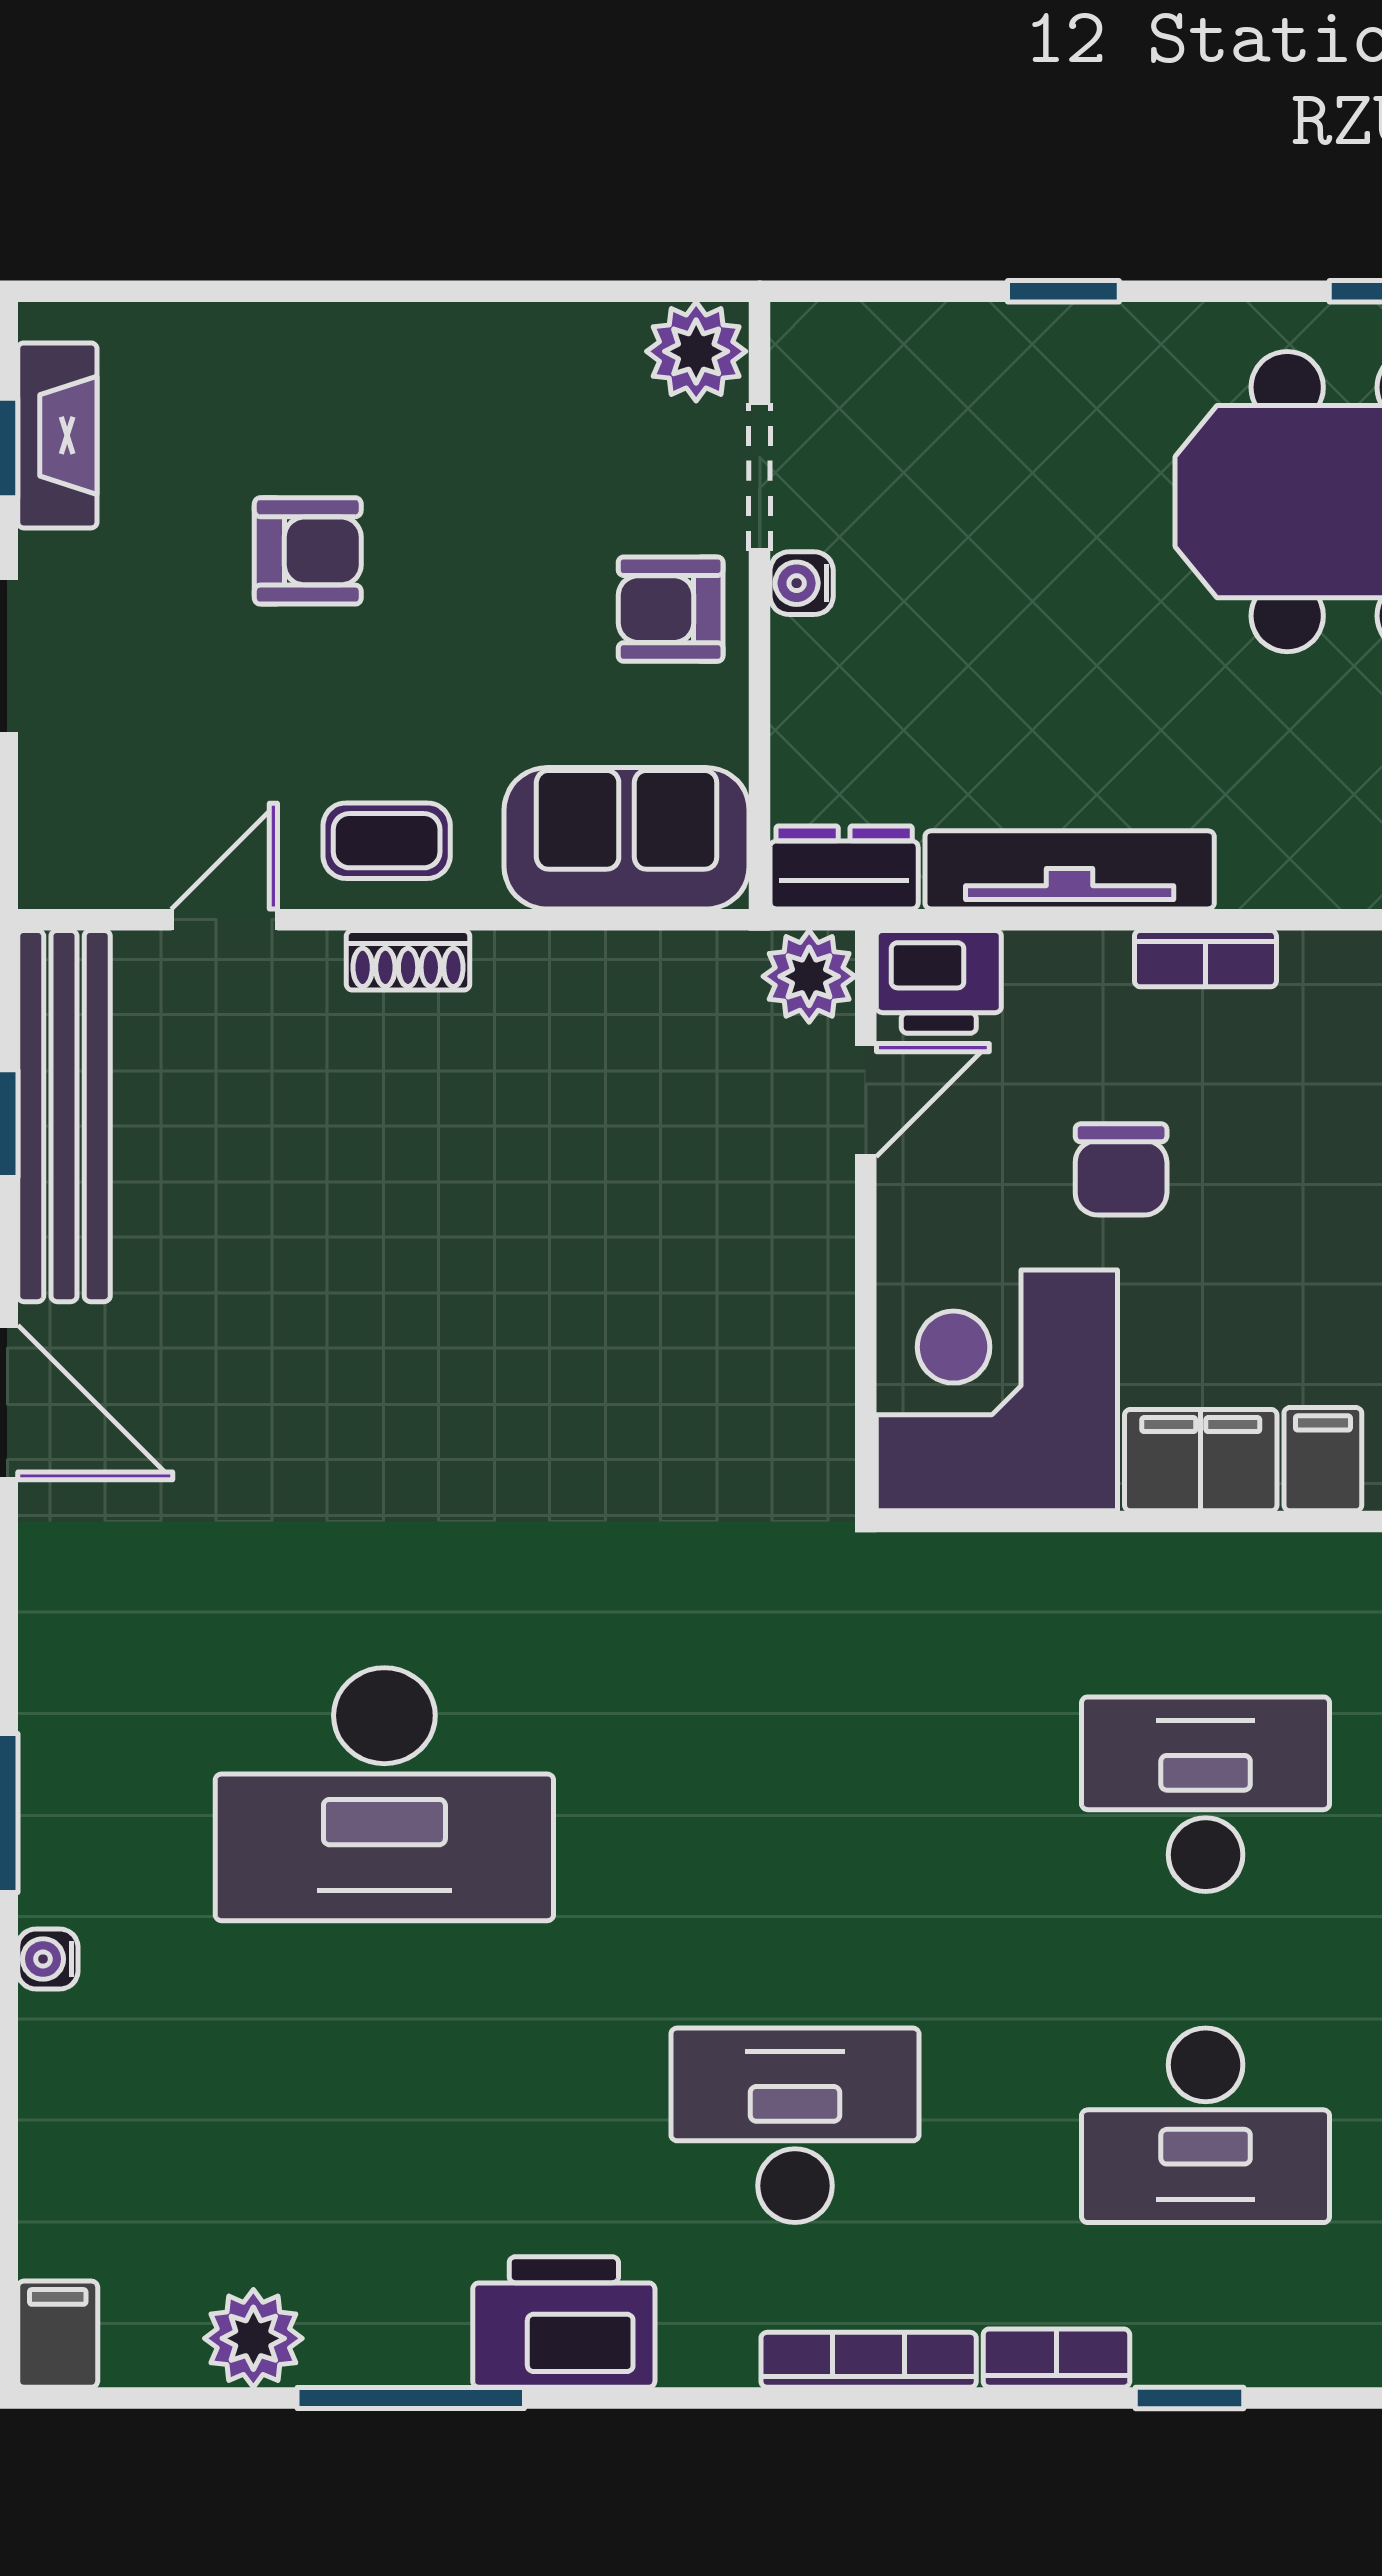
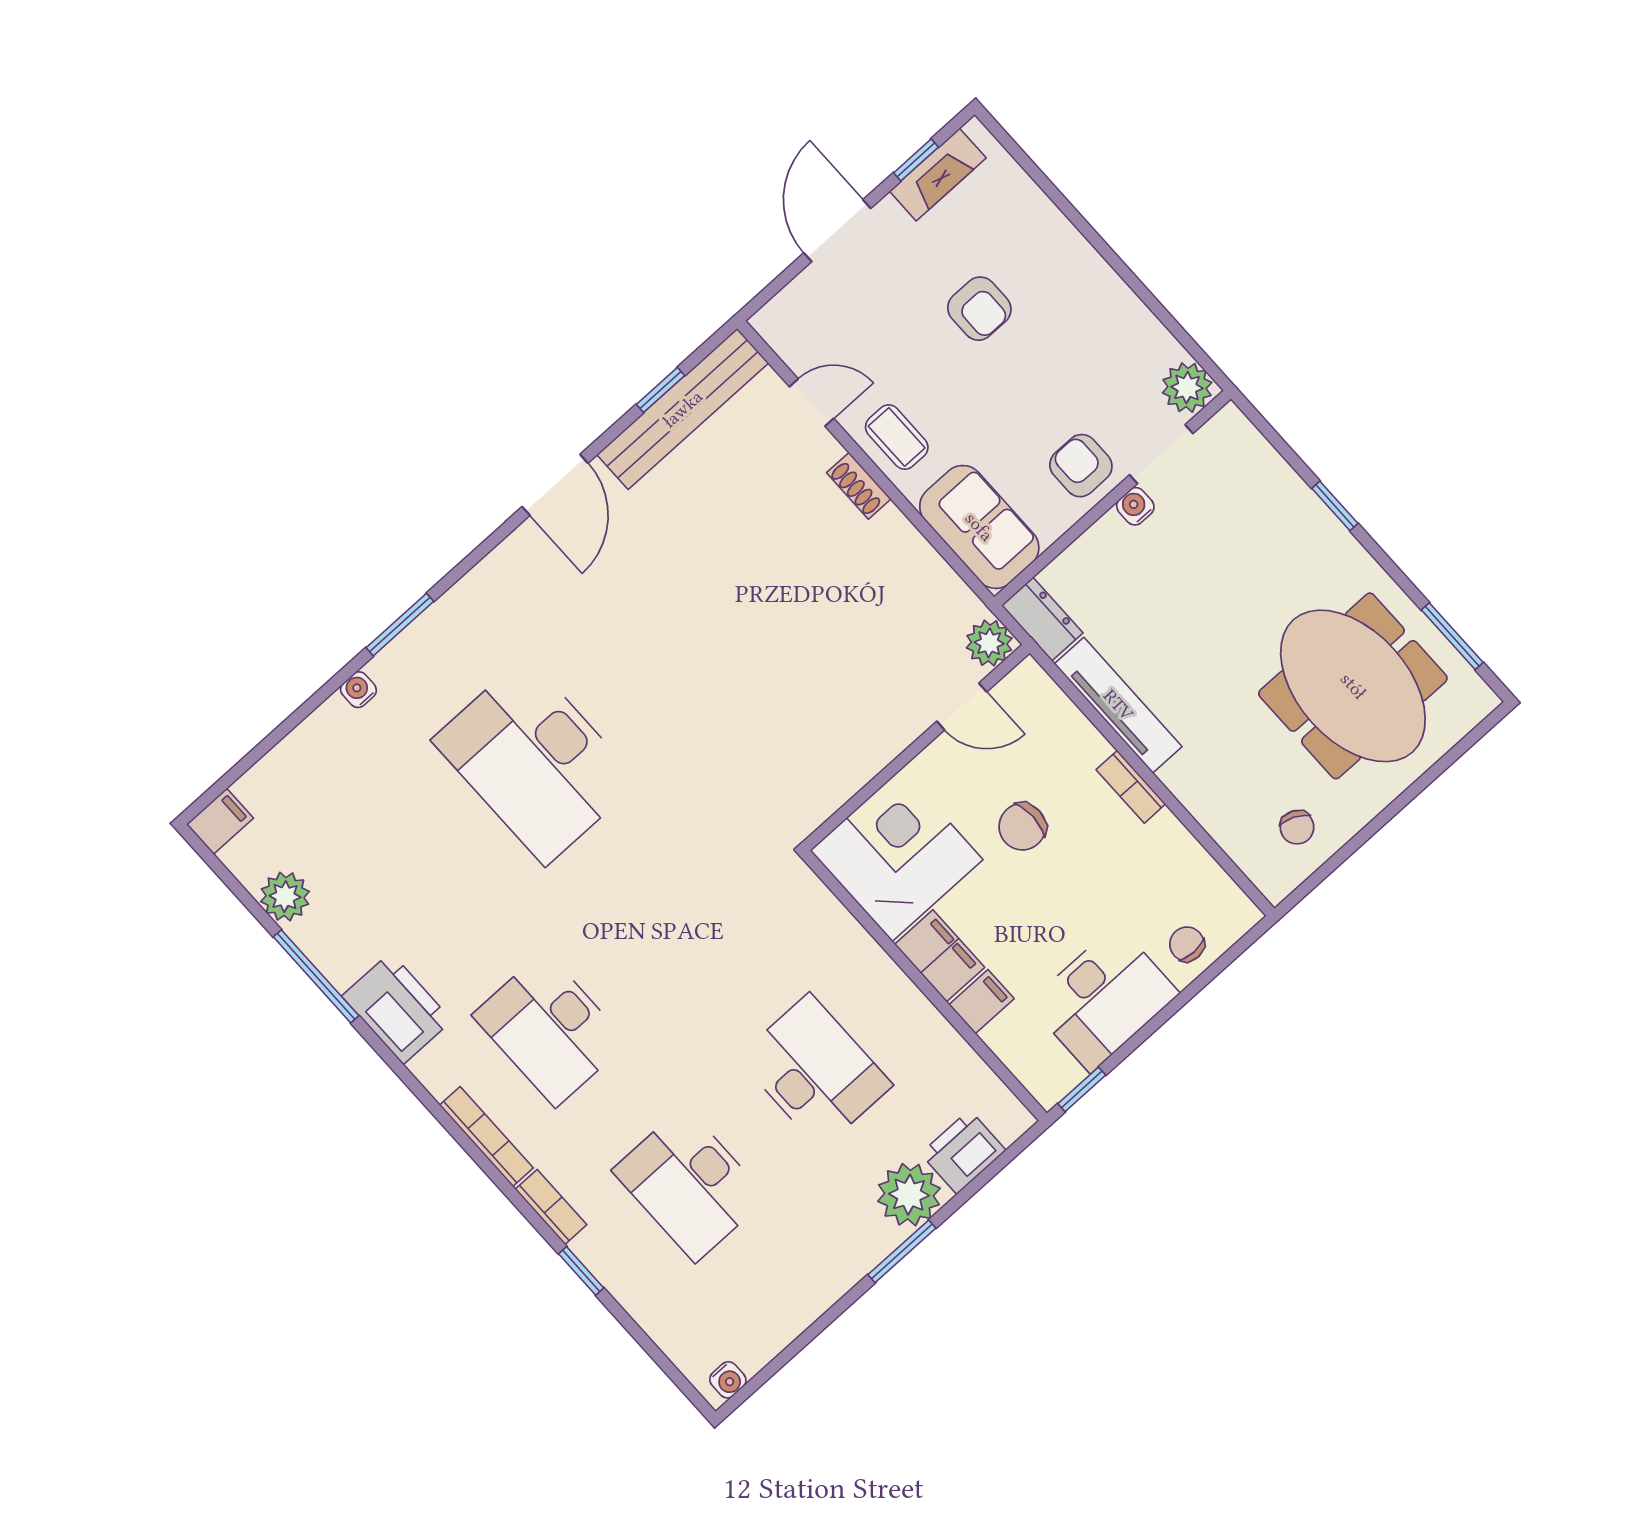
printer: (939, 982) -> (1031, 694), removed
desk: (795, 2125) -> (550, 1029), turned 180

